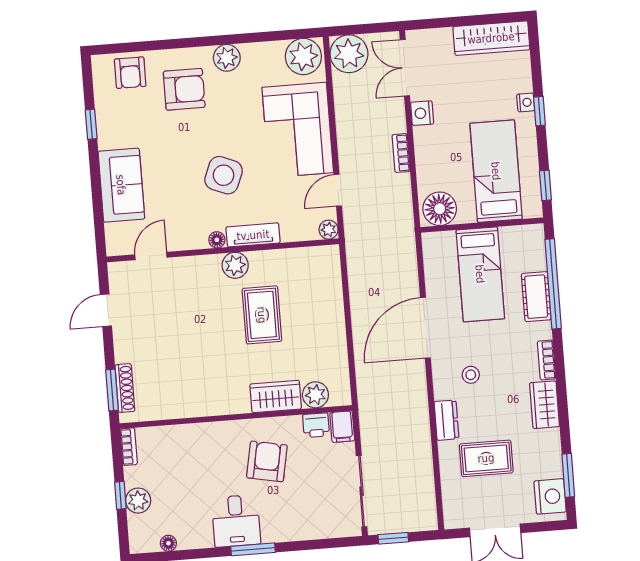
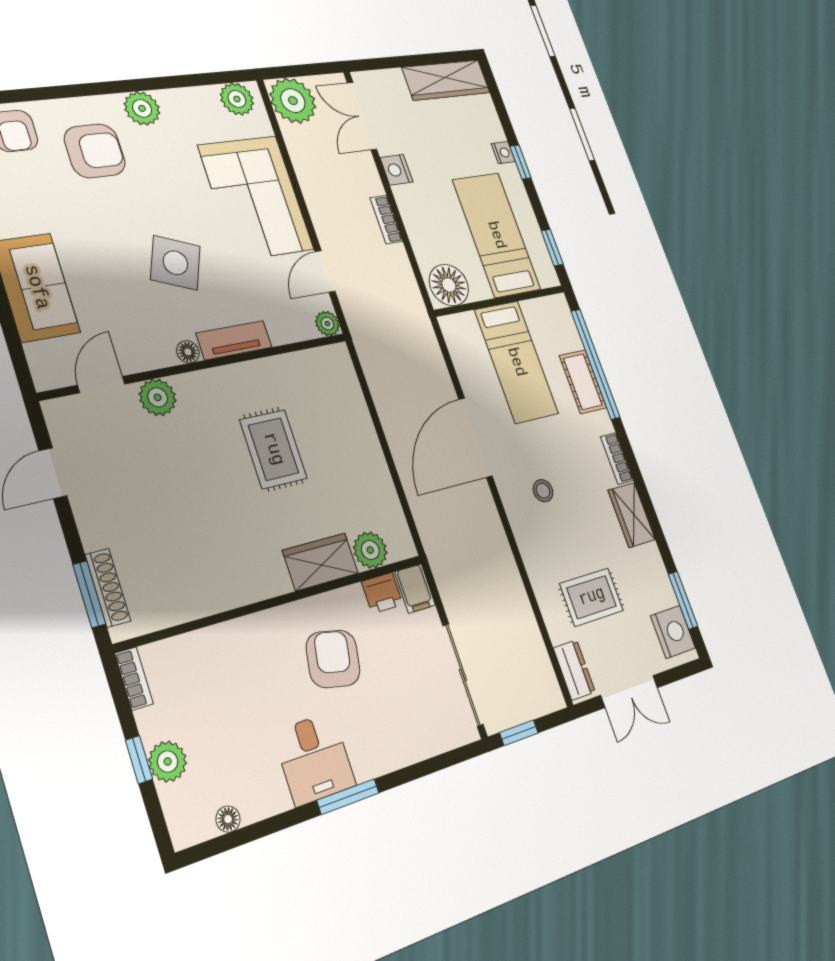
plant: (303, 57) -> (237, 99), width x0.73, depth x0.73
plant: (235, 265) -> (158, 397), moved
dresser: (446, 420) -> (574, 670), moved

